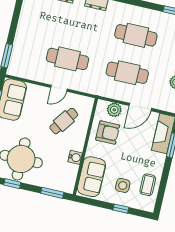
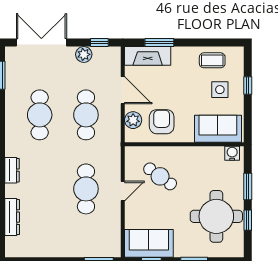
door: (59, 88) -> (123, 191), hinge flipped
water cooler: (75, 157) -> (232, 153), moved
window: (52, 193) -> (248, 186), moved

